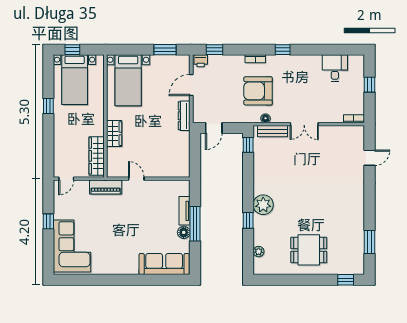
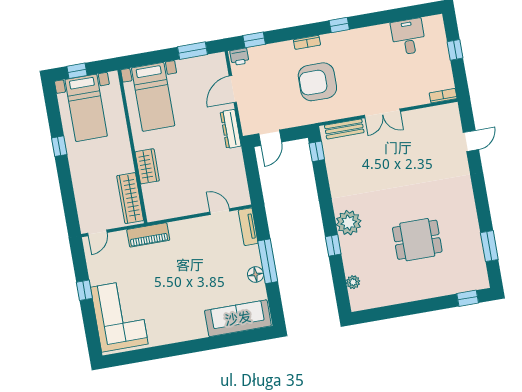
floor lamp: (265, 118) -> (333, 114), removed
door: (136, 179) -> (220, 212), moved
tv unit: (184, 211) -> (248, 227), moved
dining table: (309, 250) -> (417, 240), moved

